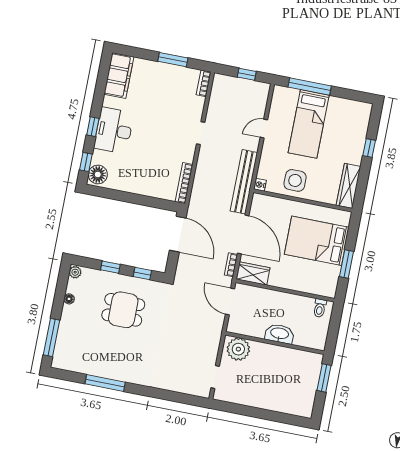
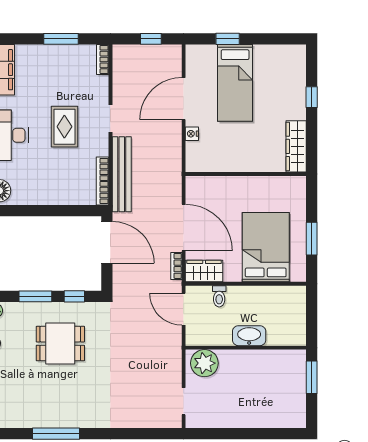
window: (310, 87) -> (228, 39), width x0.46
door: (264, 129) -> (184, 99), width x1.88
rug: (162, 132) -> (64, 127), added
side table: (295, 180) -> (232, 152), removed
bench: (244, 182) -> (122, 174), moved
nightstand: (260, 185) -> (192, 134), moved
bed: (317, 241) -> (266, 247), moved, turned 90
window: (110, 267) -> (35, 296), width x1.50
toilet: (320, 308) -> (219, 296), moved

